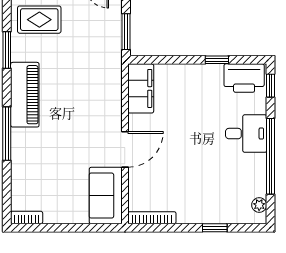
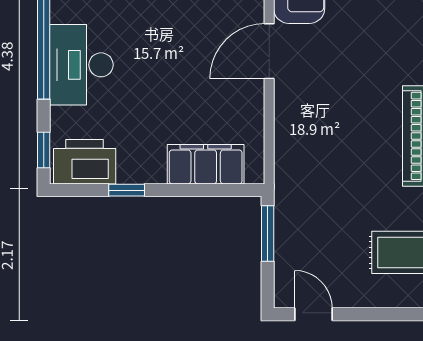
filing cabinet: (141, 88) -> (206, 164), moved, turned 90
desk: (246, 134) -> (81, 65), width x1.37

